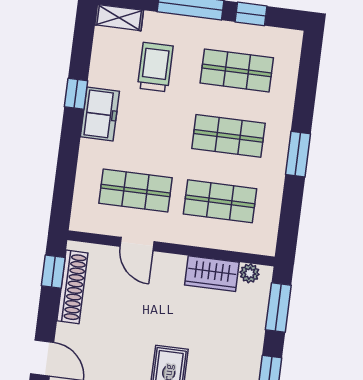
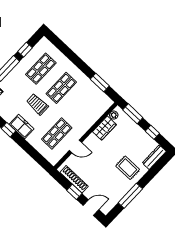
trolley: (155, 67) -> (37, 104), moved
window: (298, 154) -> (100, 82), moved
shop shelf: (220, 201) -> (82, 107), removed
window: (53, 272) -> (74, 192), moved

